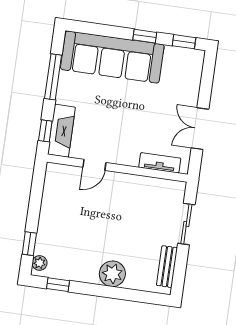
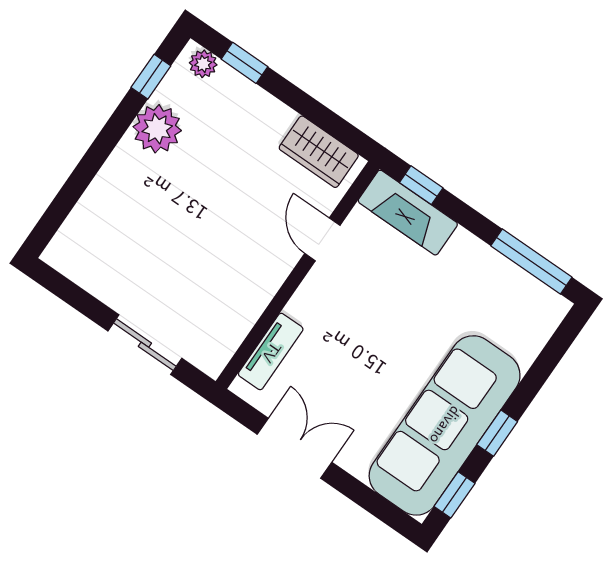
sofa: (112, 57) -> (445, 425), moved
window: (53, 77) -> (531, 262), moved
wardrobe: (54, 187) -> (319, 152), added
bench: (167, 267) -> (89, 276), removed
plant: (112, 274) -> (157, 129), moved

